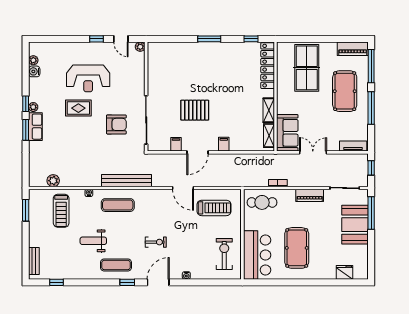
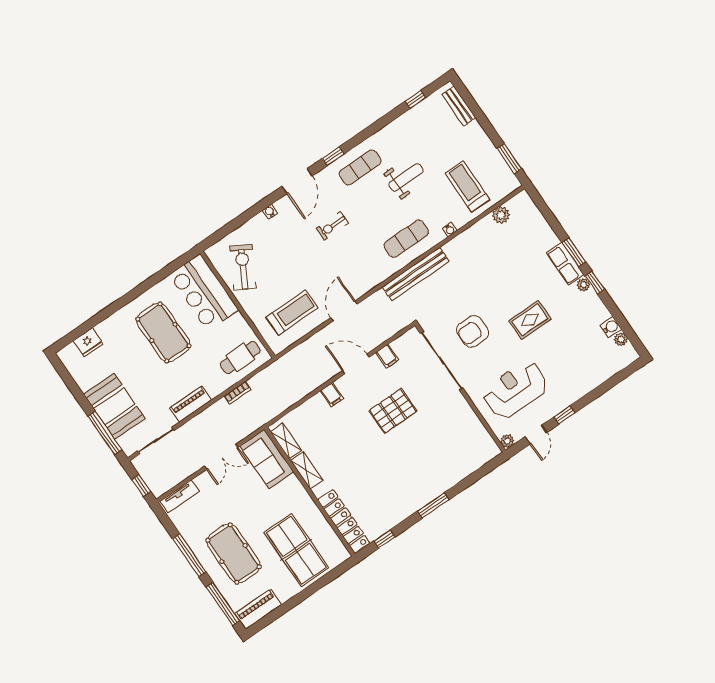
door: (121, 39) -> (536, 435), swing flipped
reception desk: (88, 78) -> (515, 390), moved
door: (197, 152) -> (356, 364), hinge flipped
door: (183, 188) -> (344, 311), hinge flipped
treadmill: (214, 208) -> (292, 313), turned 180
exercise bike: (224, 254) -> (243, 267), turned -151

